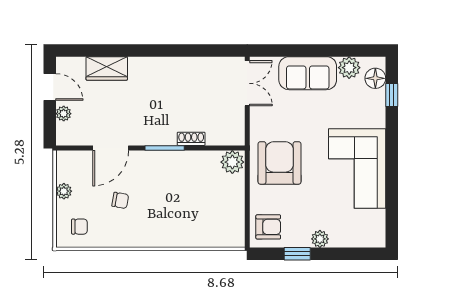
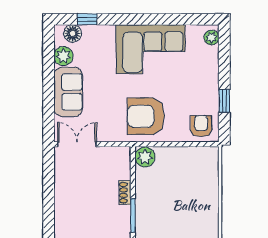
plant: (320, 239) -> (211, 37), moved

